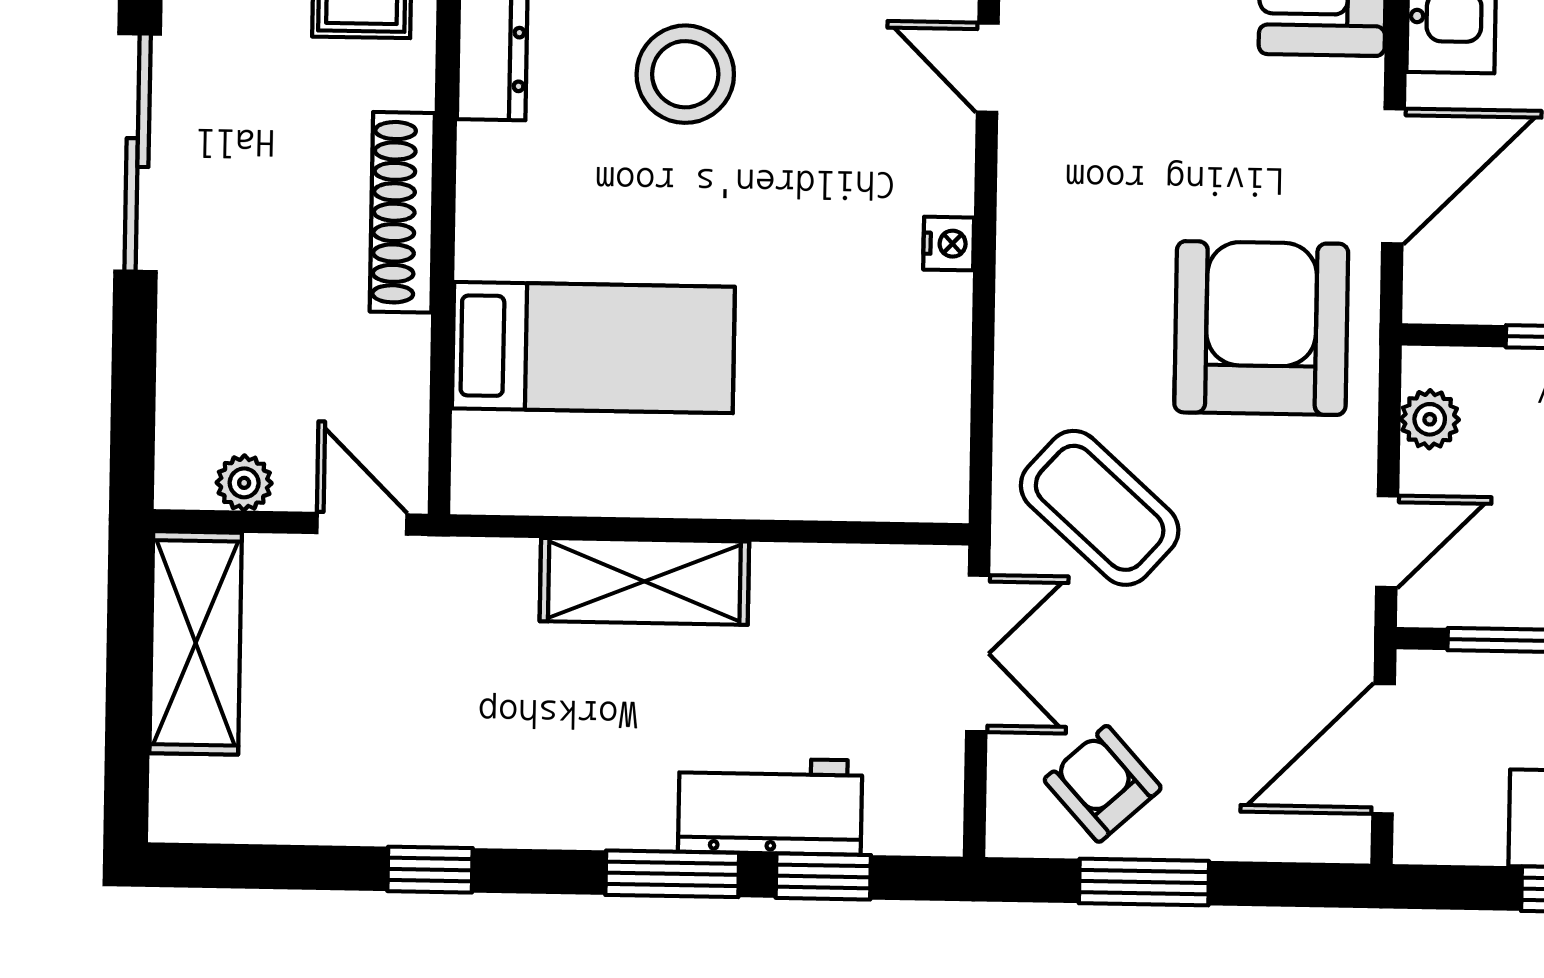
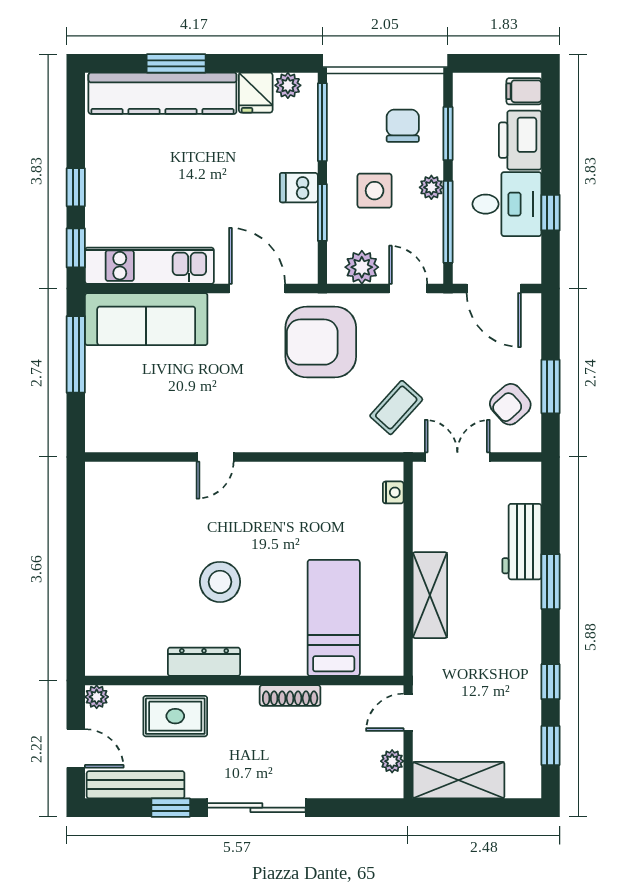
shoe rack: (402, 212) -> (290, 695), width x0.74, depth x0.81
nightstand: (949, 244) -> (393, 492), moved, turned 90
plant: (1430, 419) -> (362, 267), width x1.38, depth x1.38
coffee table: (1100, 508) -> (396, 408), width x0.73, depth x0.77
window: (823, 876) -> (551, 745), moved

